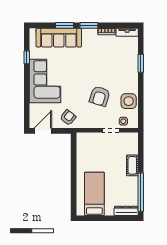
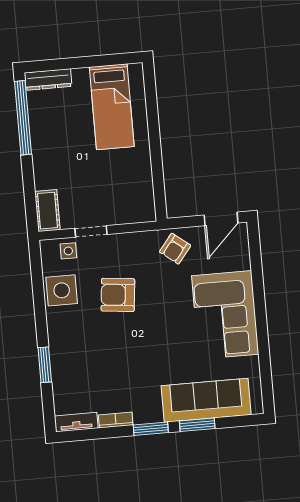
window: (27, 57) -> (264, 357), removed
armchair: (100, 96) -> (118, 295), turned -101
cot: (132, 165) -> (47, 211), moved

